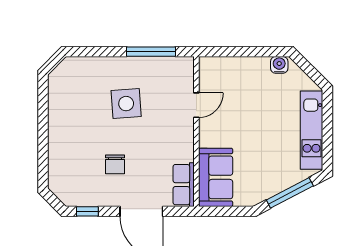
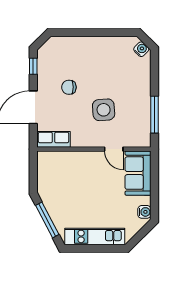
water cooler: (65, 69) -> (141, 49), added
side table: (126, 104) -> (104, 110), moved
sofa: (216, 177) -> (138, 173), moved, turned 90

